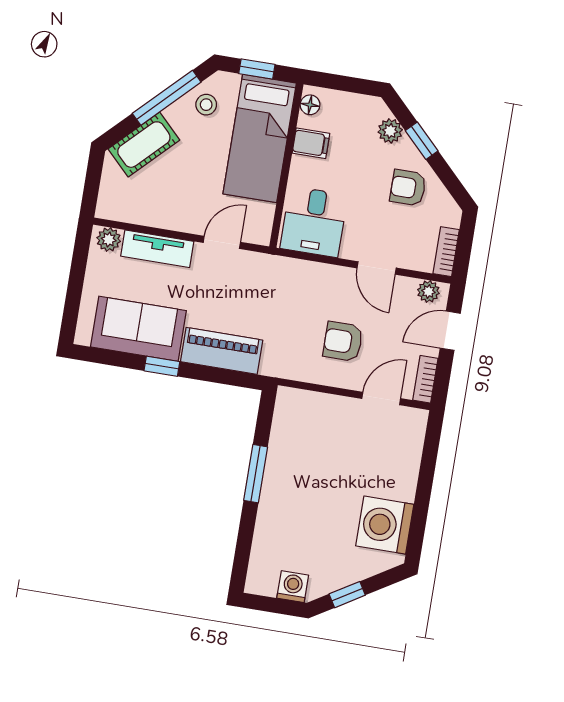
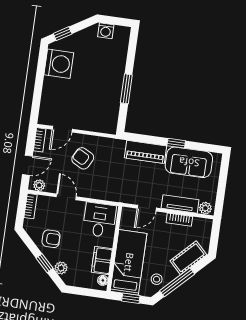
filing cabinet: (311, 143) -> (102, 261), width x2.00
bookcase: (159, 218) -> (179, 220), added
armchair: (343, 341) -> (83, 158), turned -152
window: (347, 595) -> (63, 34), moved

